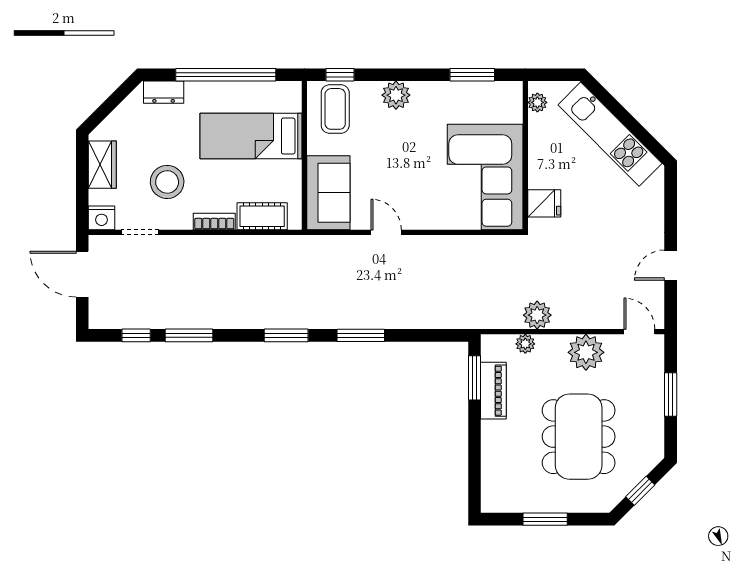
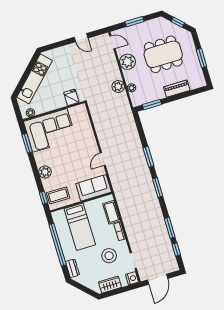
corner sofa: (485, 177) -> (50, 130), moved
door: (639, 332) -> (112, 42), swing flipped
piano: (493, 391) -> (177, 89), moved

